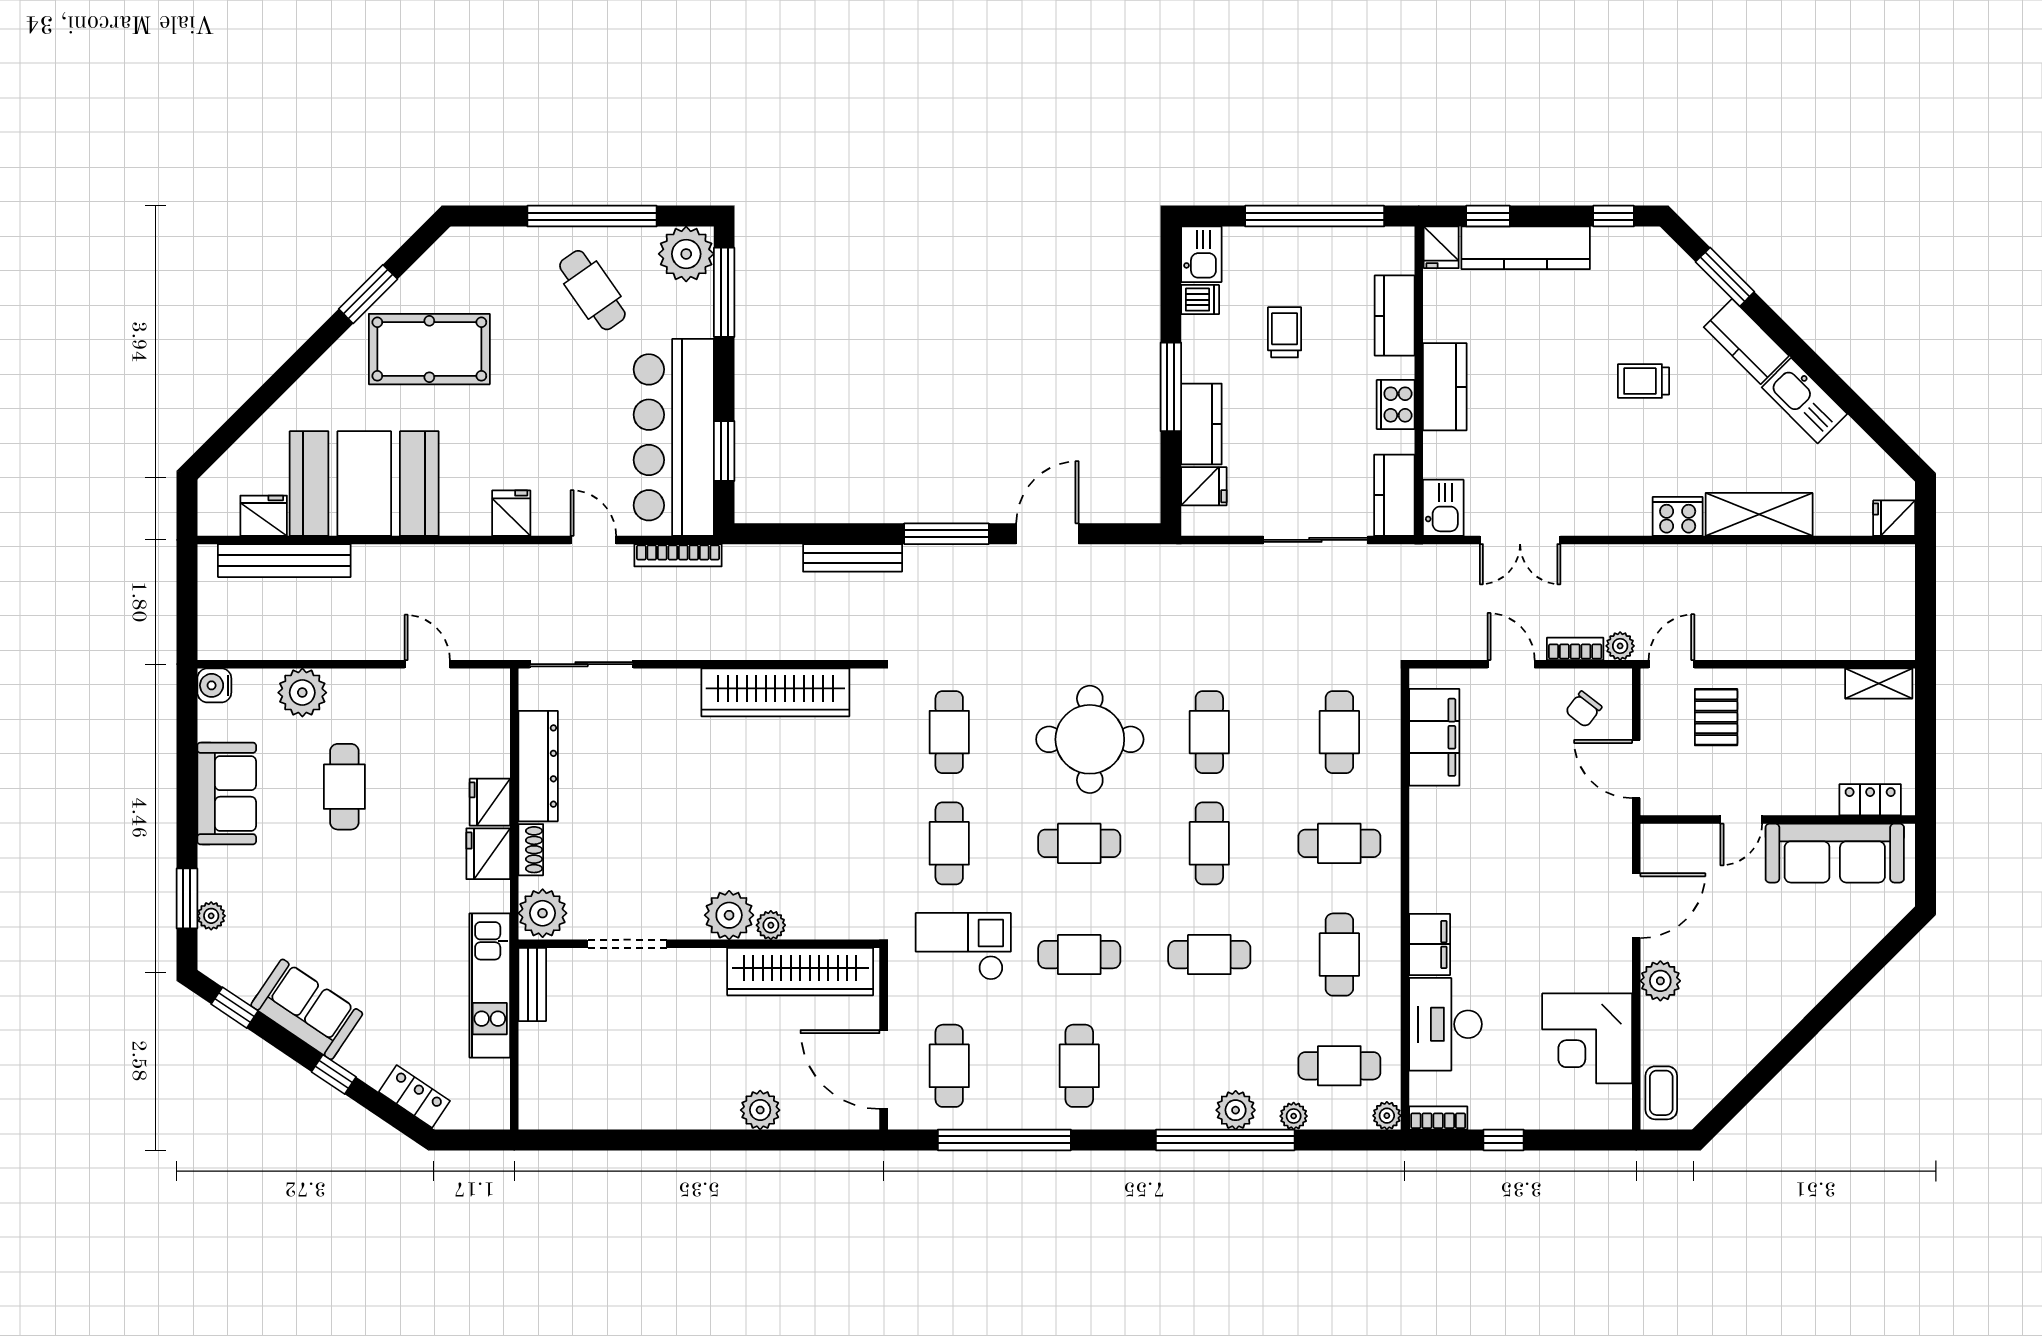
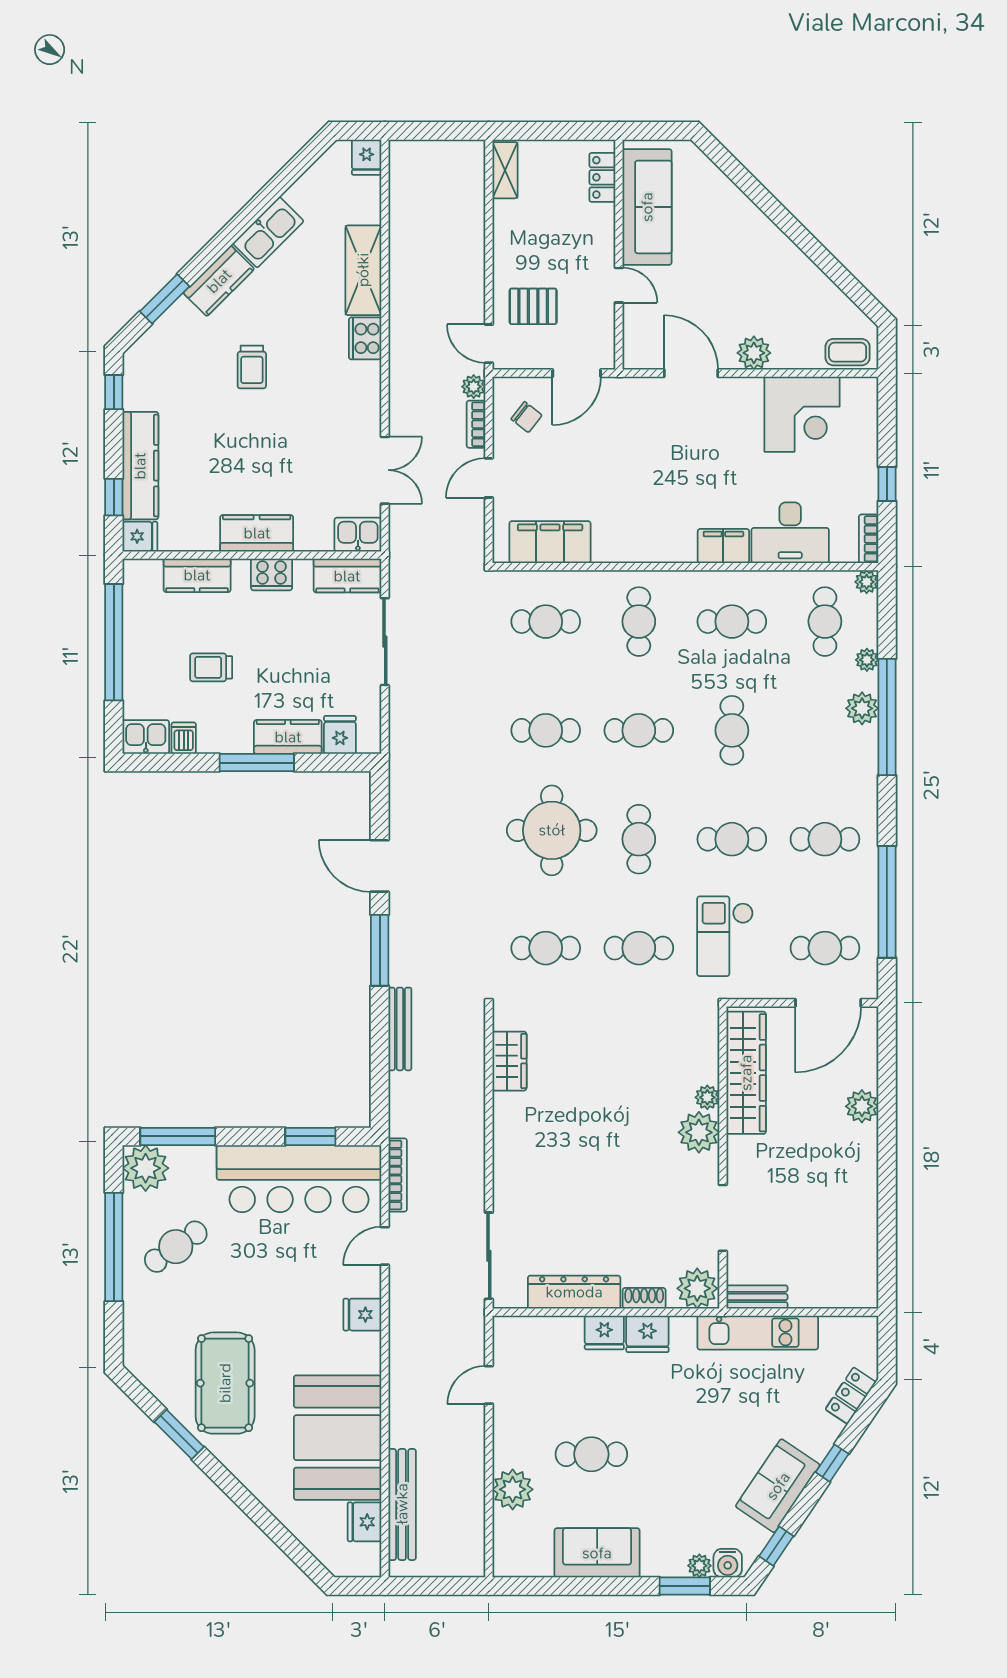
water cooler: (214, 685) -> (728, 1563), moved
wardrobe: (775, 692) -> (509, 1061), width x0.48, depth x0.85
cafe table: (1079, 955) -> (732, 839), turned 90

